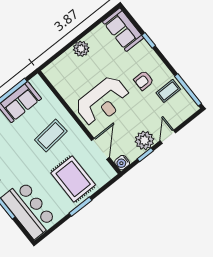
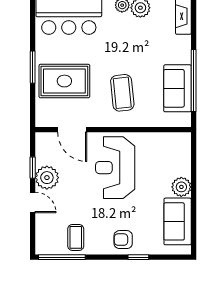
sofa: (123, 30) -> (178, 221), moved, turned -90
armchair: (144, 80) -> (123, 240), moved, turned -90
water cooler: (122, 163) -> (43, 140), removed

